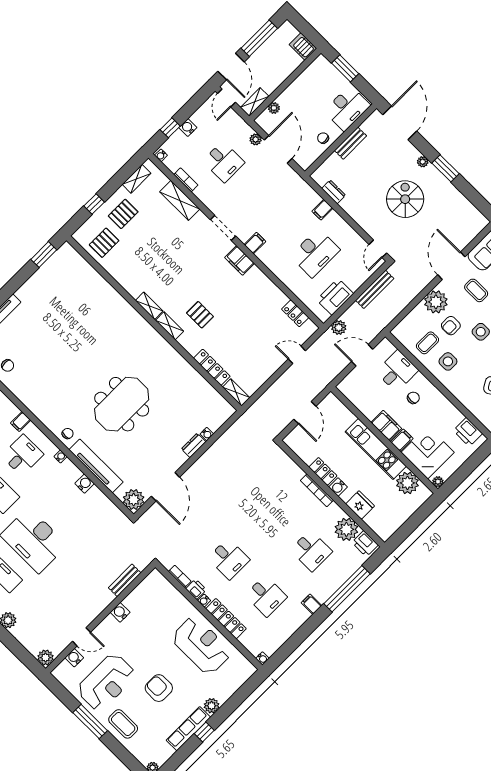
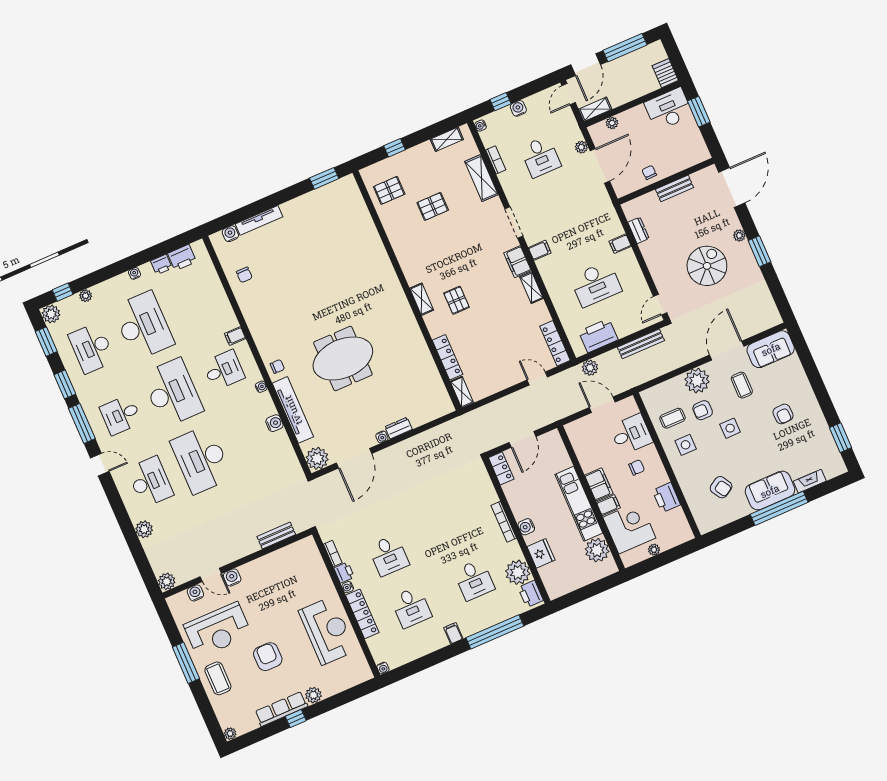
desk: (347, 108) -> (669, 109), moved, turned 180
pallet: (123, 214) -> (433, 206), moved
shelving: (149, 306) -> (532, 288), moved
locker: (295, 313) -> (555, 343), width x1.53
printer: (468, 432) -> (666, 497), moved
water cooler: (207, 434) -> (382, 437), moved
locker: (323, 471) -> (501, 468), moved
plant: (438, 482) -> (654, 550), moved
water cooler: (120, 612) -> (232, 577), moved

